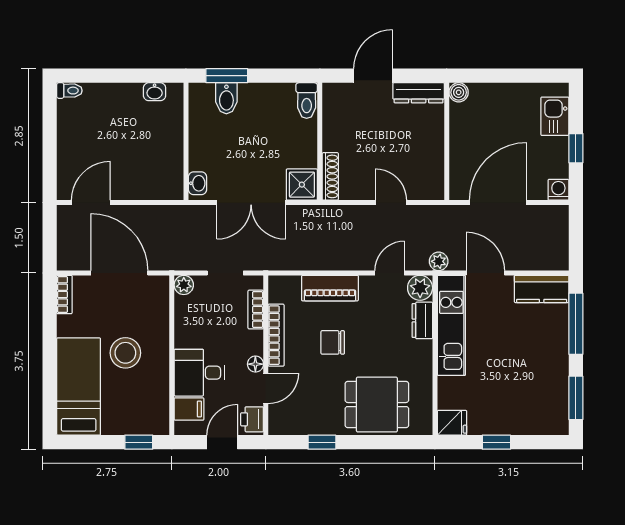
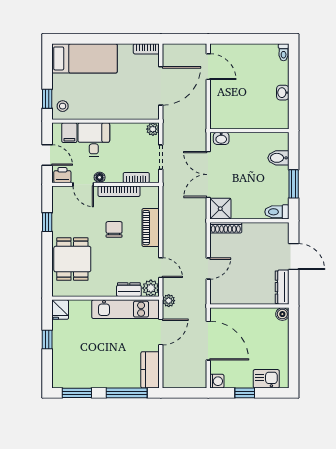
window: (227, 76) -> (294, 184), moved
washbasin: (155, 92) -> (283, 93), moved
stool: (125, 353) -> (63, 106), moved, width x0.53, depth x0.53

